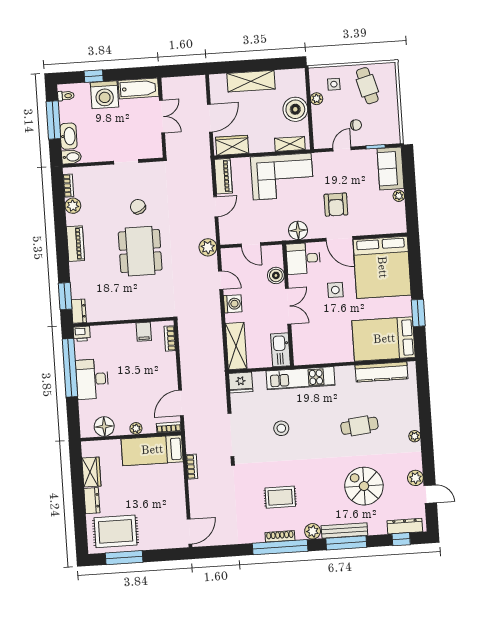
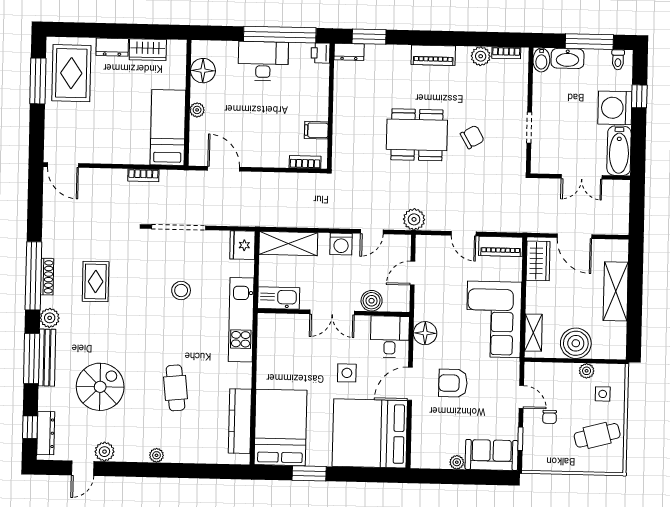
bookcase: (169, 427) -> (195, 151), removed

